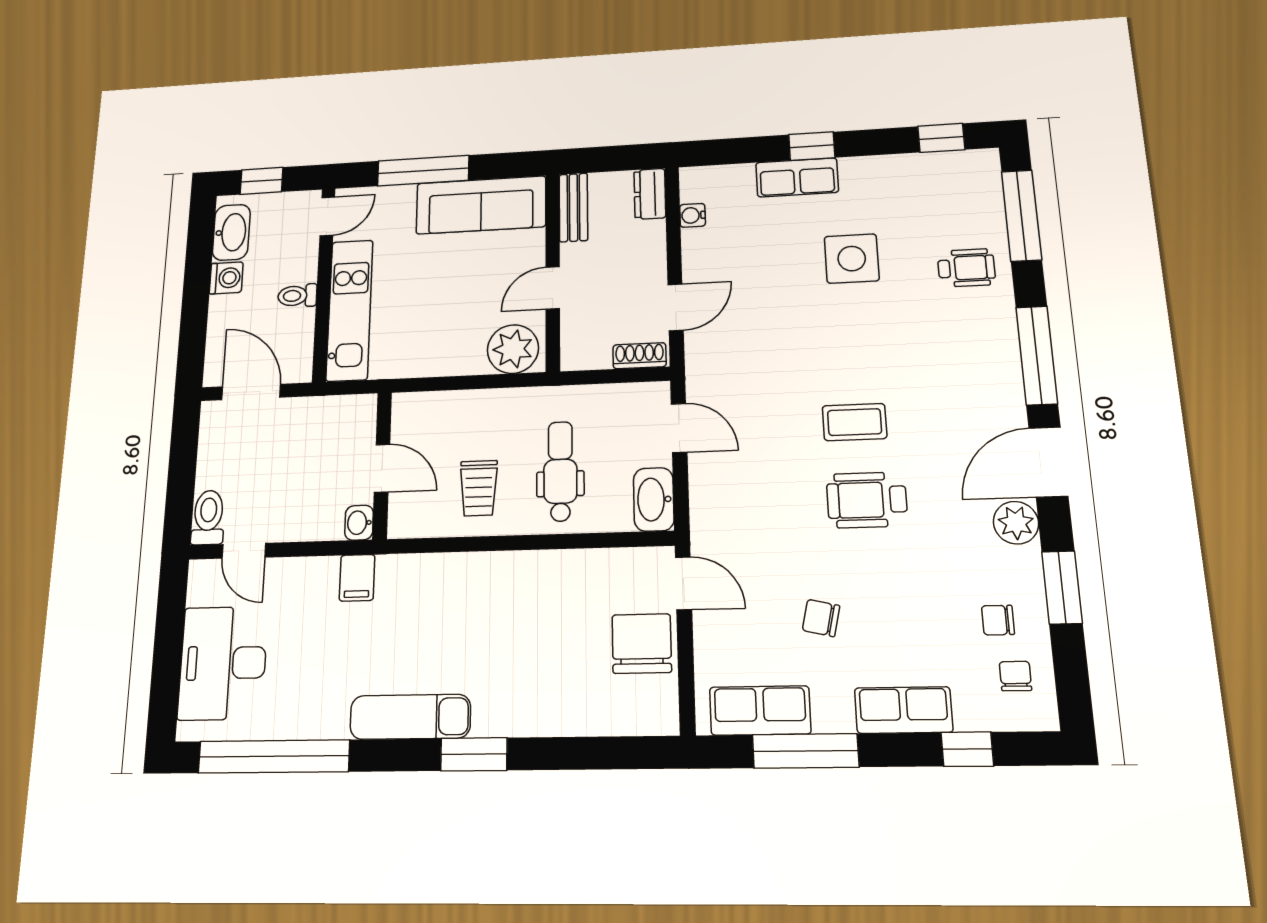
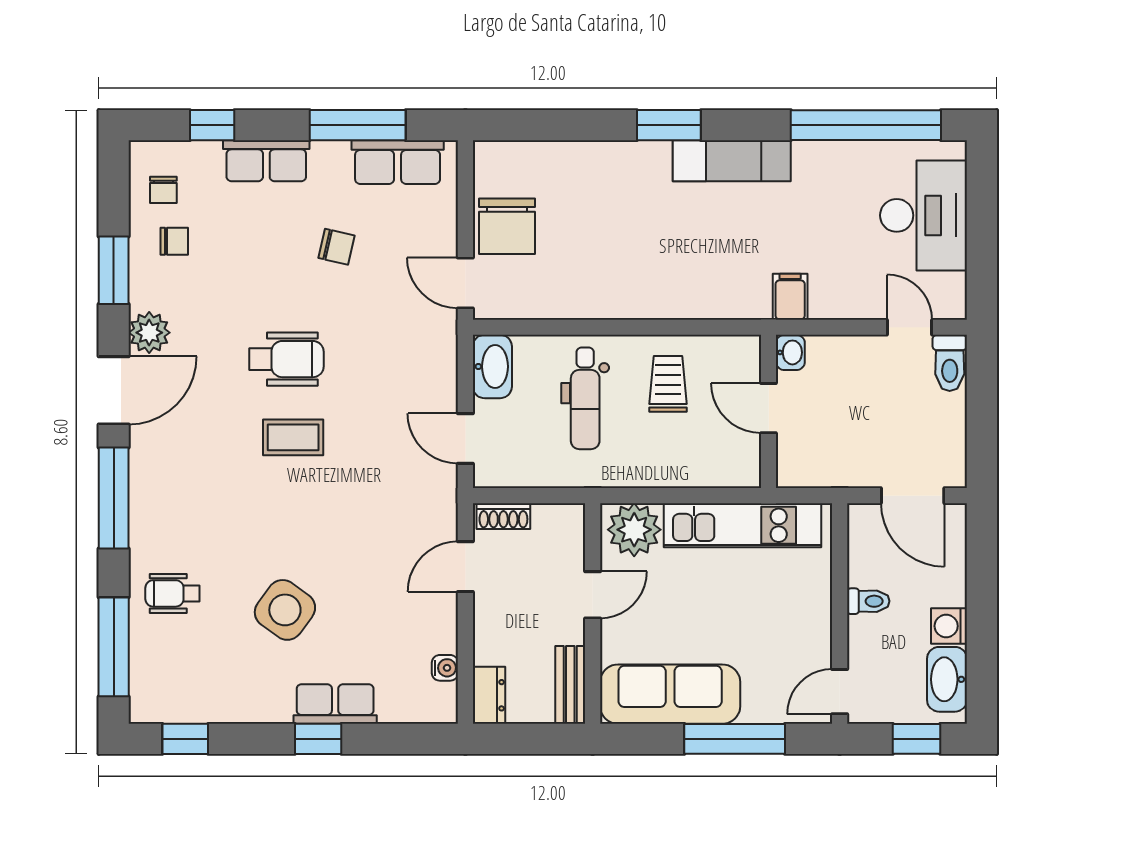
side table: (852, 259) -> (285, 610), turned 36
kitchen unit: (350, 310) -> (742, 525), moved, turned -90

